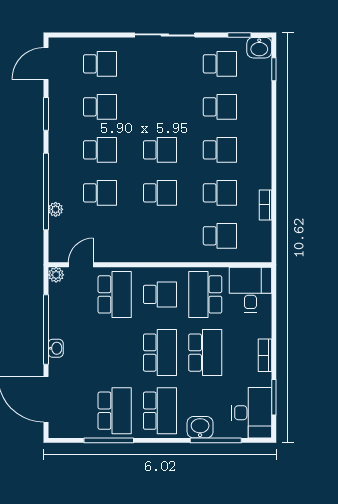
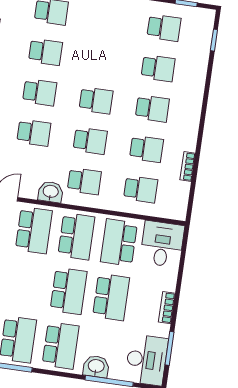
washbasin: (259, 48) -> (51, 192), moved, turned 180
school desk: (160, 236) -> (84, 181), added
school desk: (160, 294) -> (76, 236), width x1.85

